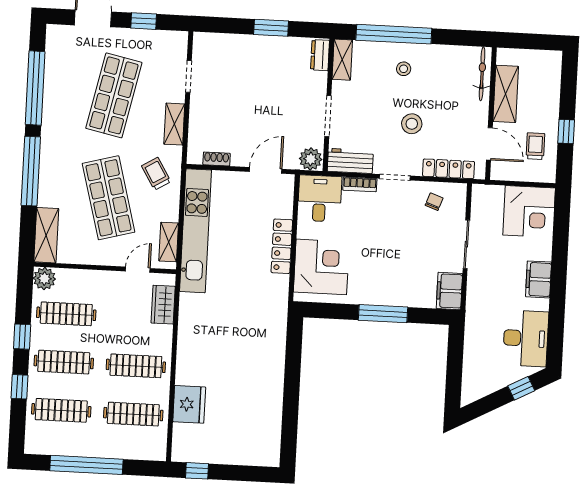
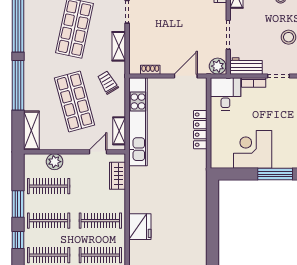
corner desk: (321, 267) -> (253, 149), moved, turned -90
plant: (44, 279) -> (55, 162), moved
window: (22, 337) -> (18, 204), width x1.50
fridge: (189, 404) -> (140, 227), moved

